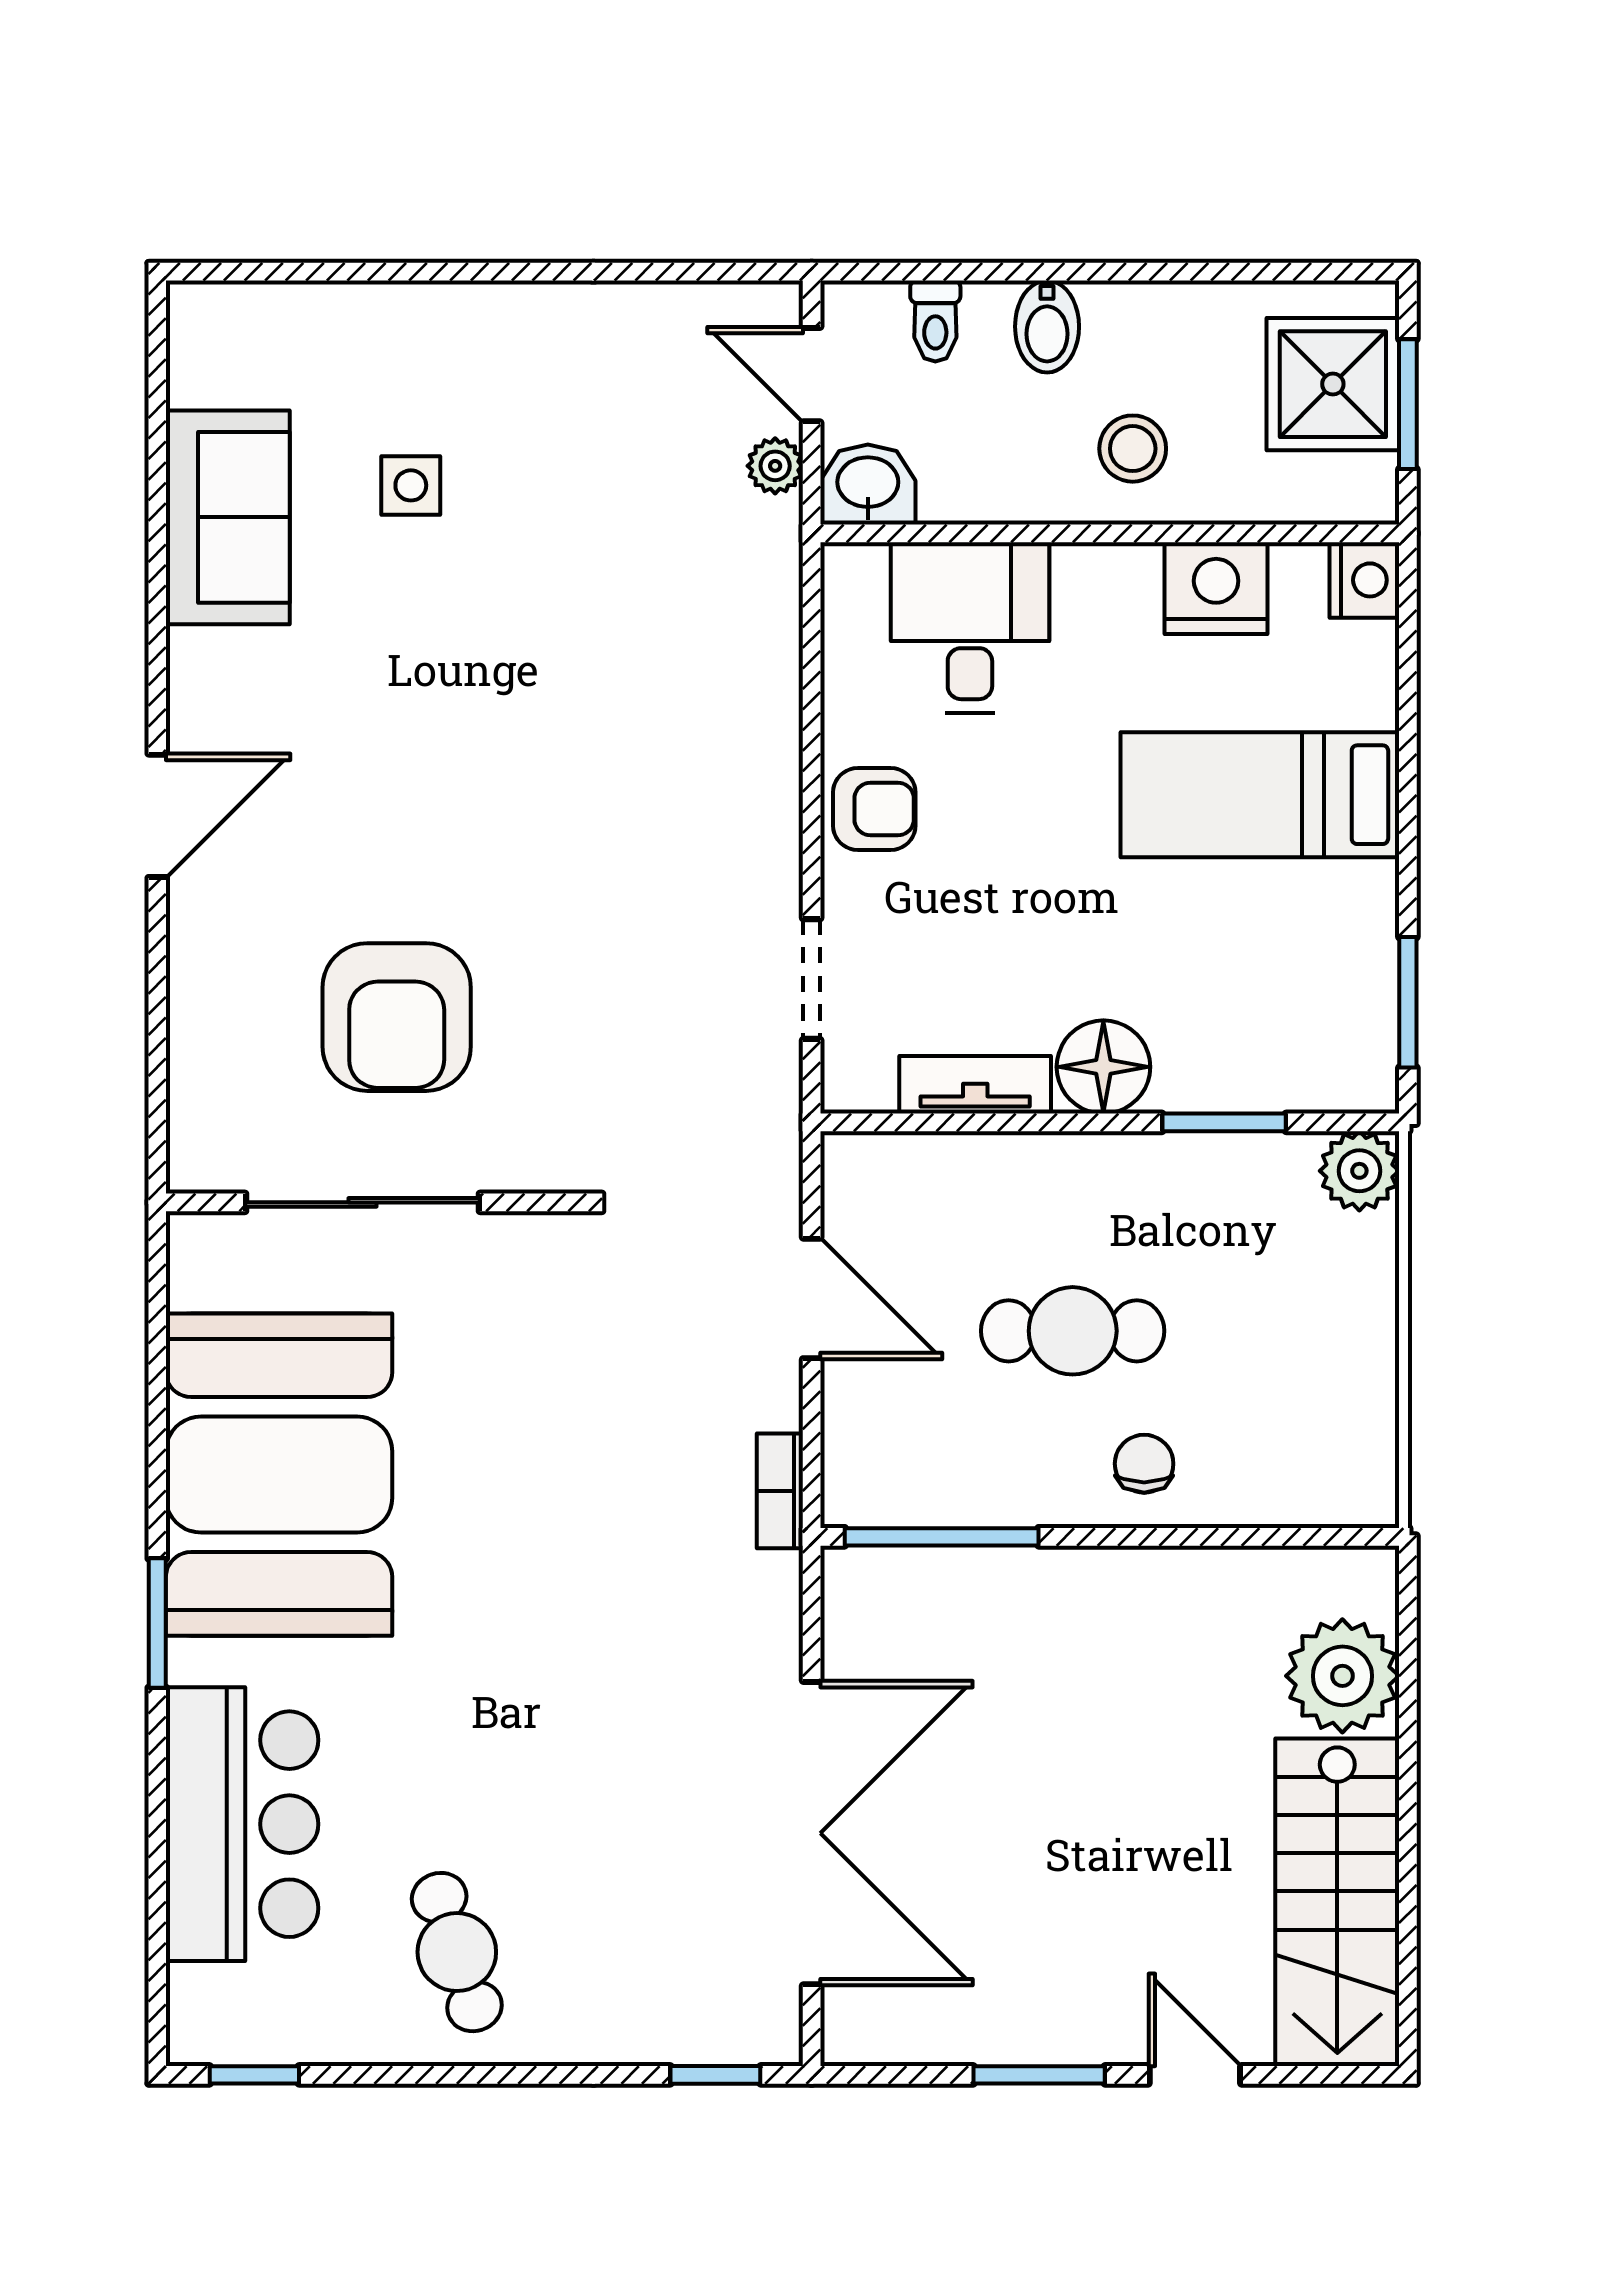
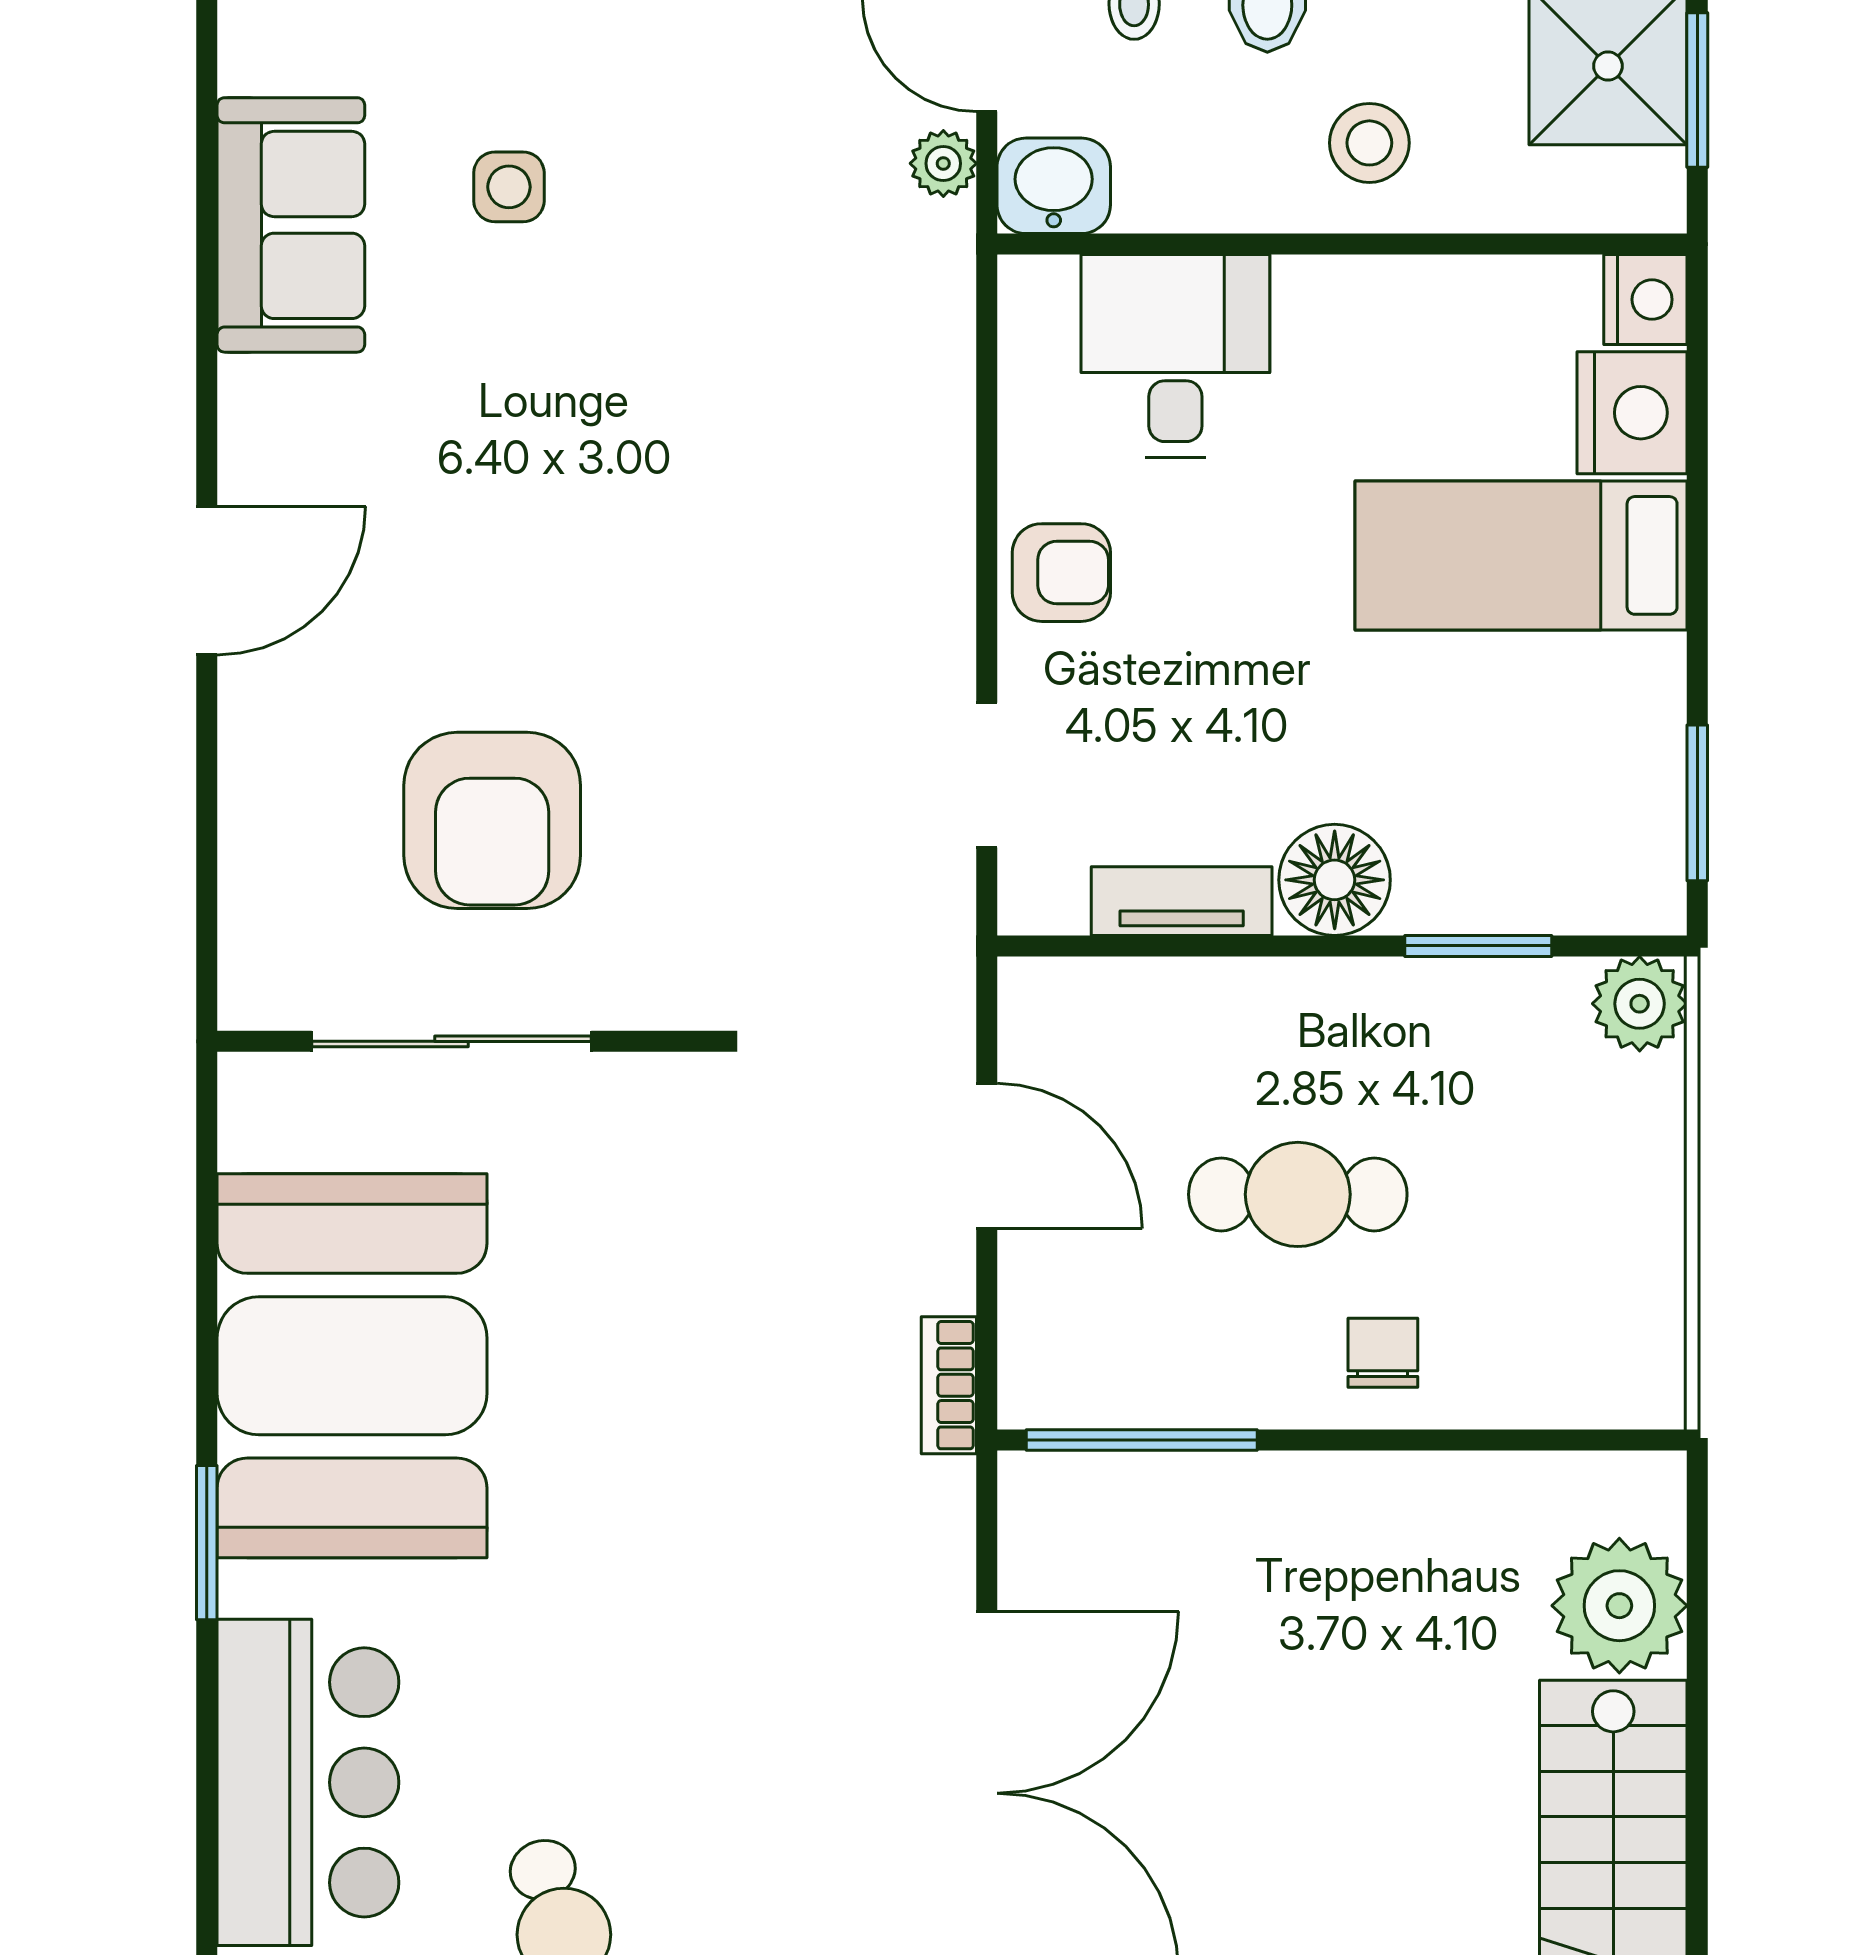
nightstand: (1216, 588) -> (1632, 413), moved, turned 90

